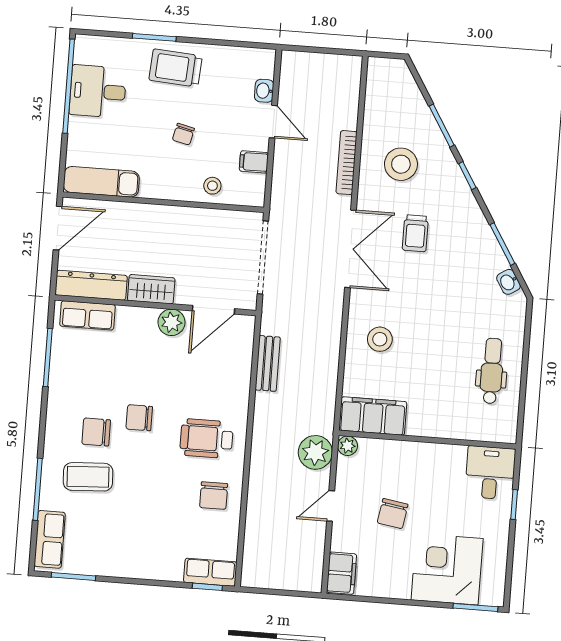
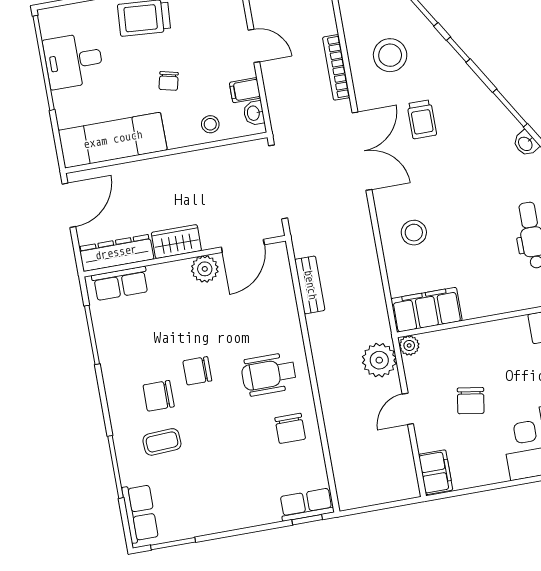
washbasin: (264, 91) -> (254, 113), moved
exam couch: (101, 182) -> (113, 140), width x1.36, depth x1.45
coffee table: (88, 477) -> (162, 442), width x0.73, depth x0.77

